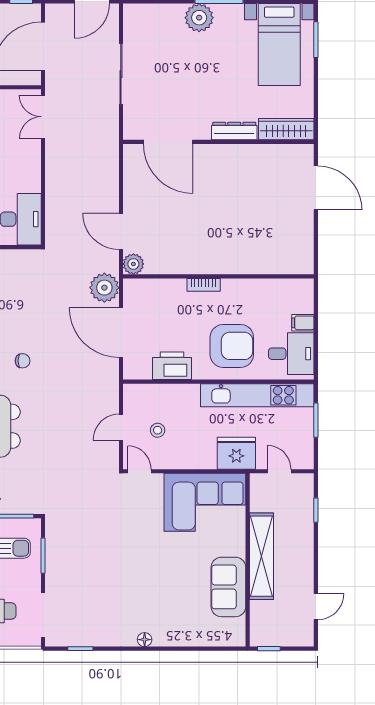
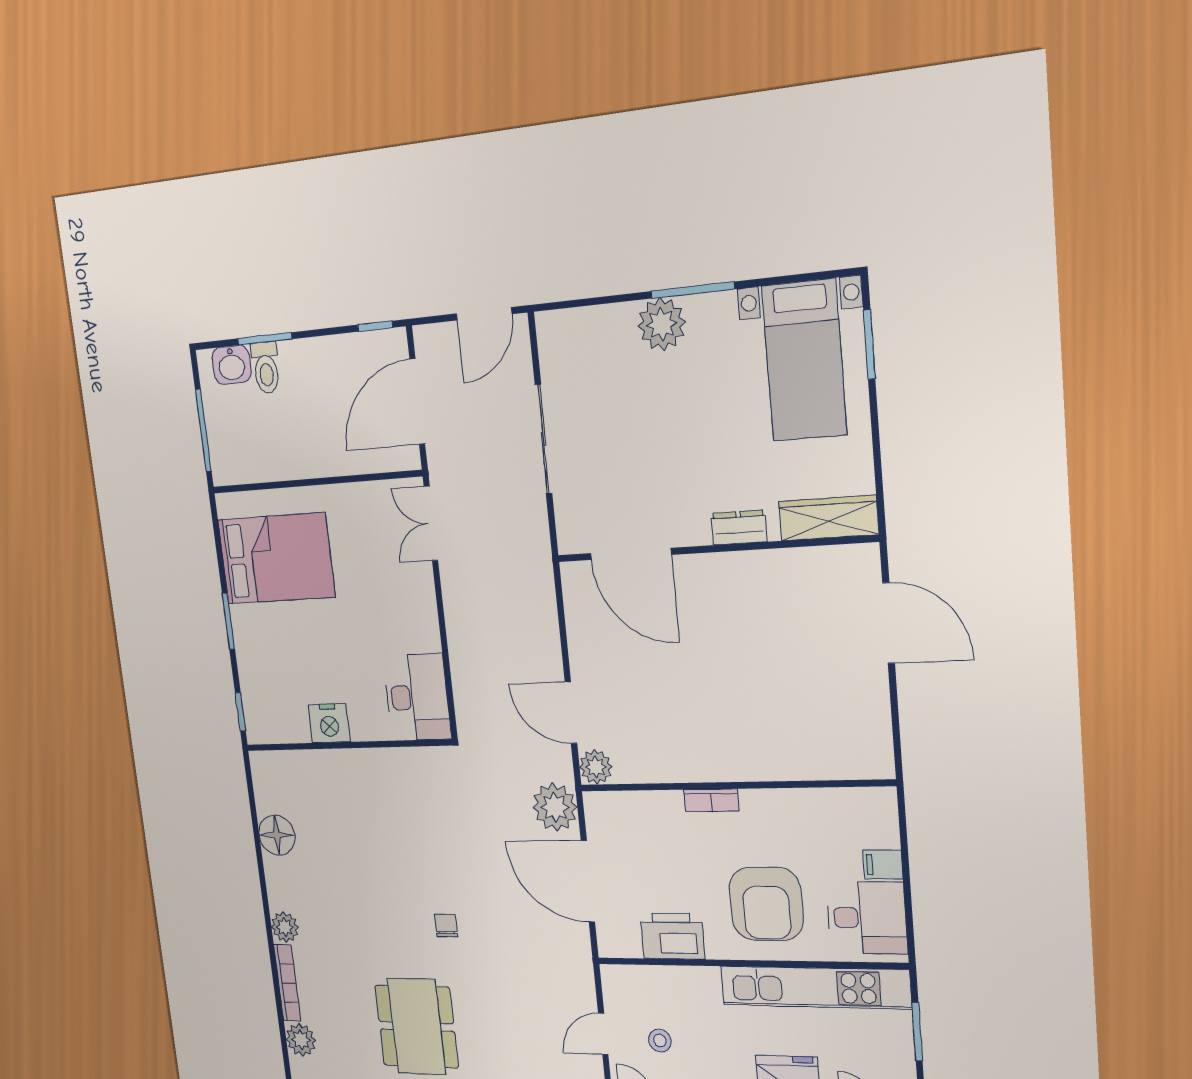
dresser: (234, 131) -> (739, 527), width x0.70
armchair: (232, 346) -> (766, 904), turned 90
chair: (23, 361) -> (446, 926), turned -90

